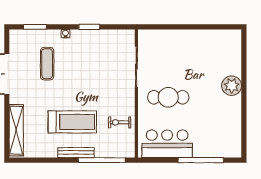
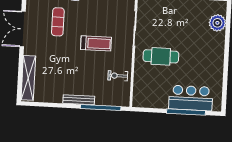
plant: (232, 86) -> (217, 23), moved
treadmill: (72, 122) -> (96, 43), moved, width x0.73, depth x0.73
bar counter: (167, 144) -> (191, 98), moved

